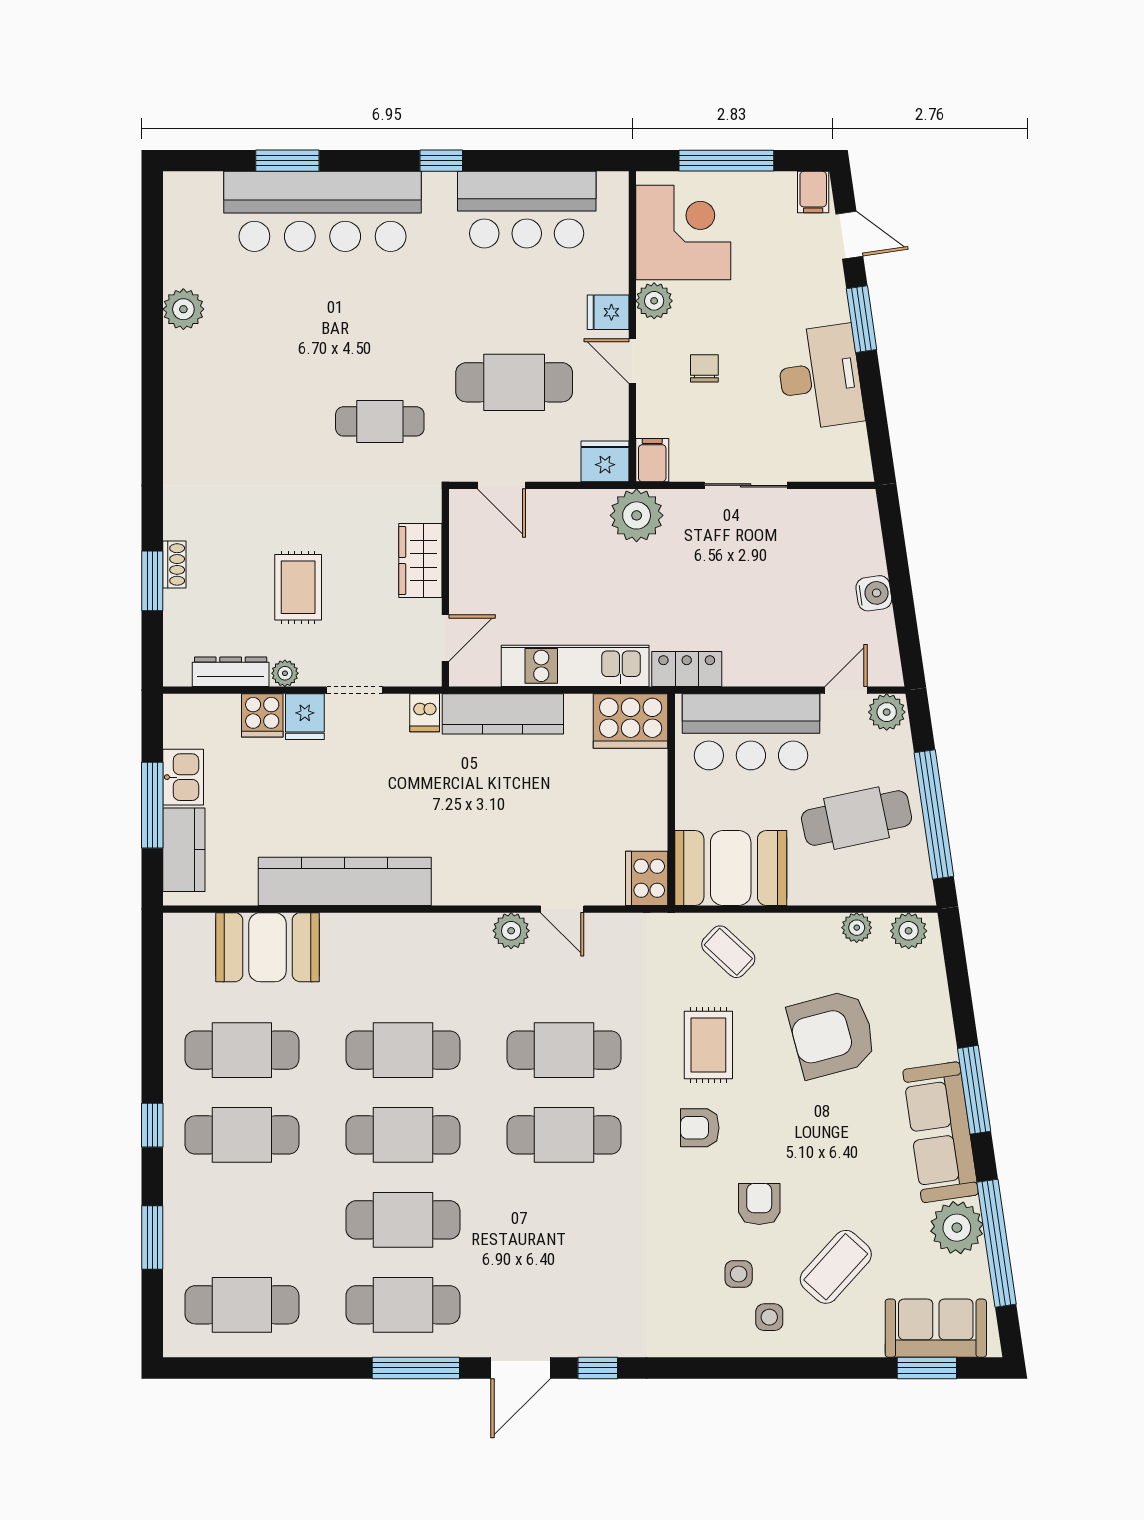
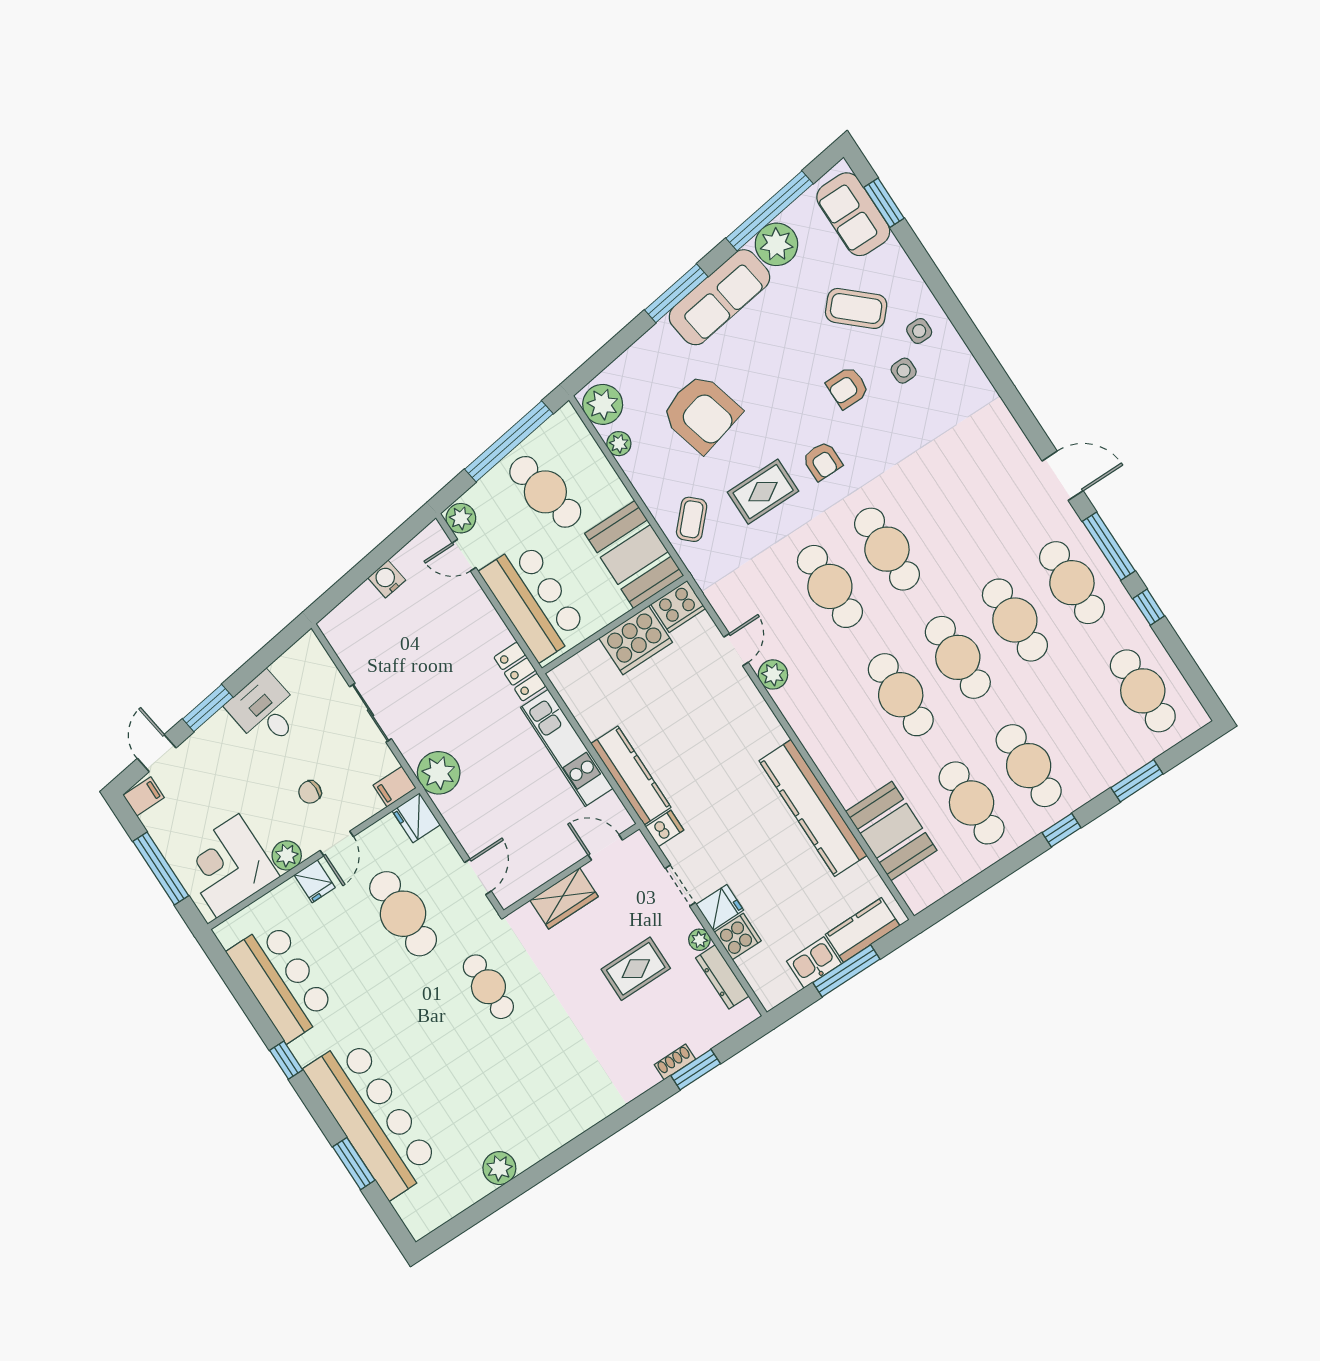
desk: (820, 377) -> (265, 710), width x0.73
cooker: (631, 721) -> (636, 640), moved, turned 90
plant: (909, 931) -> (603, 404), width x1.36, depth x1.36
window: (598, 1368) -> (1149, 607), moved

